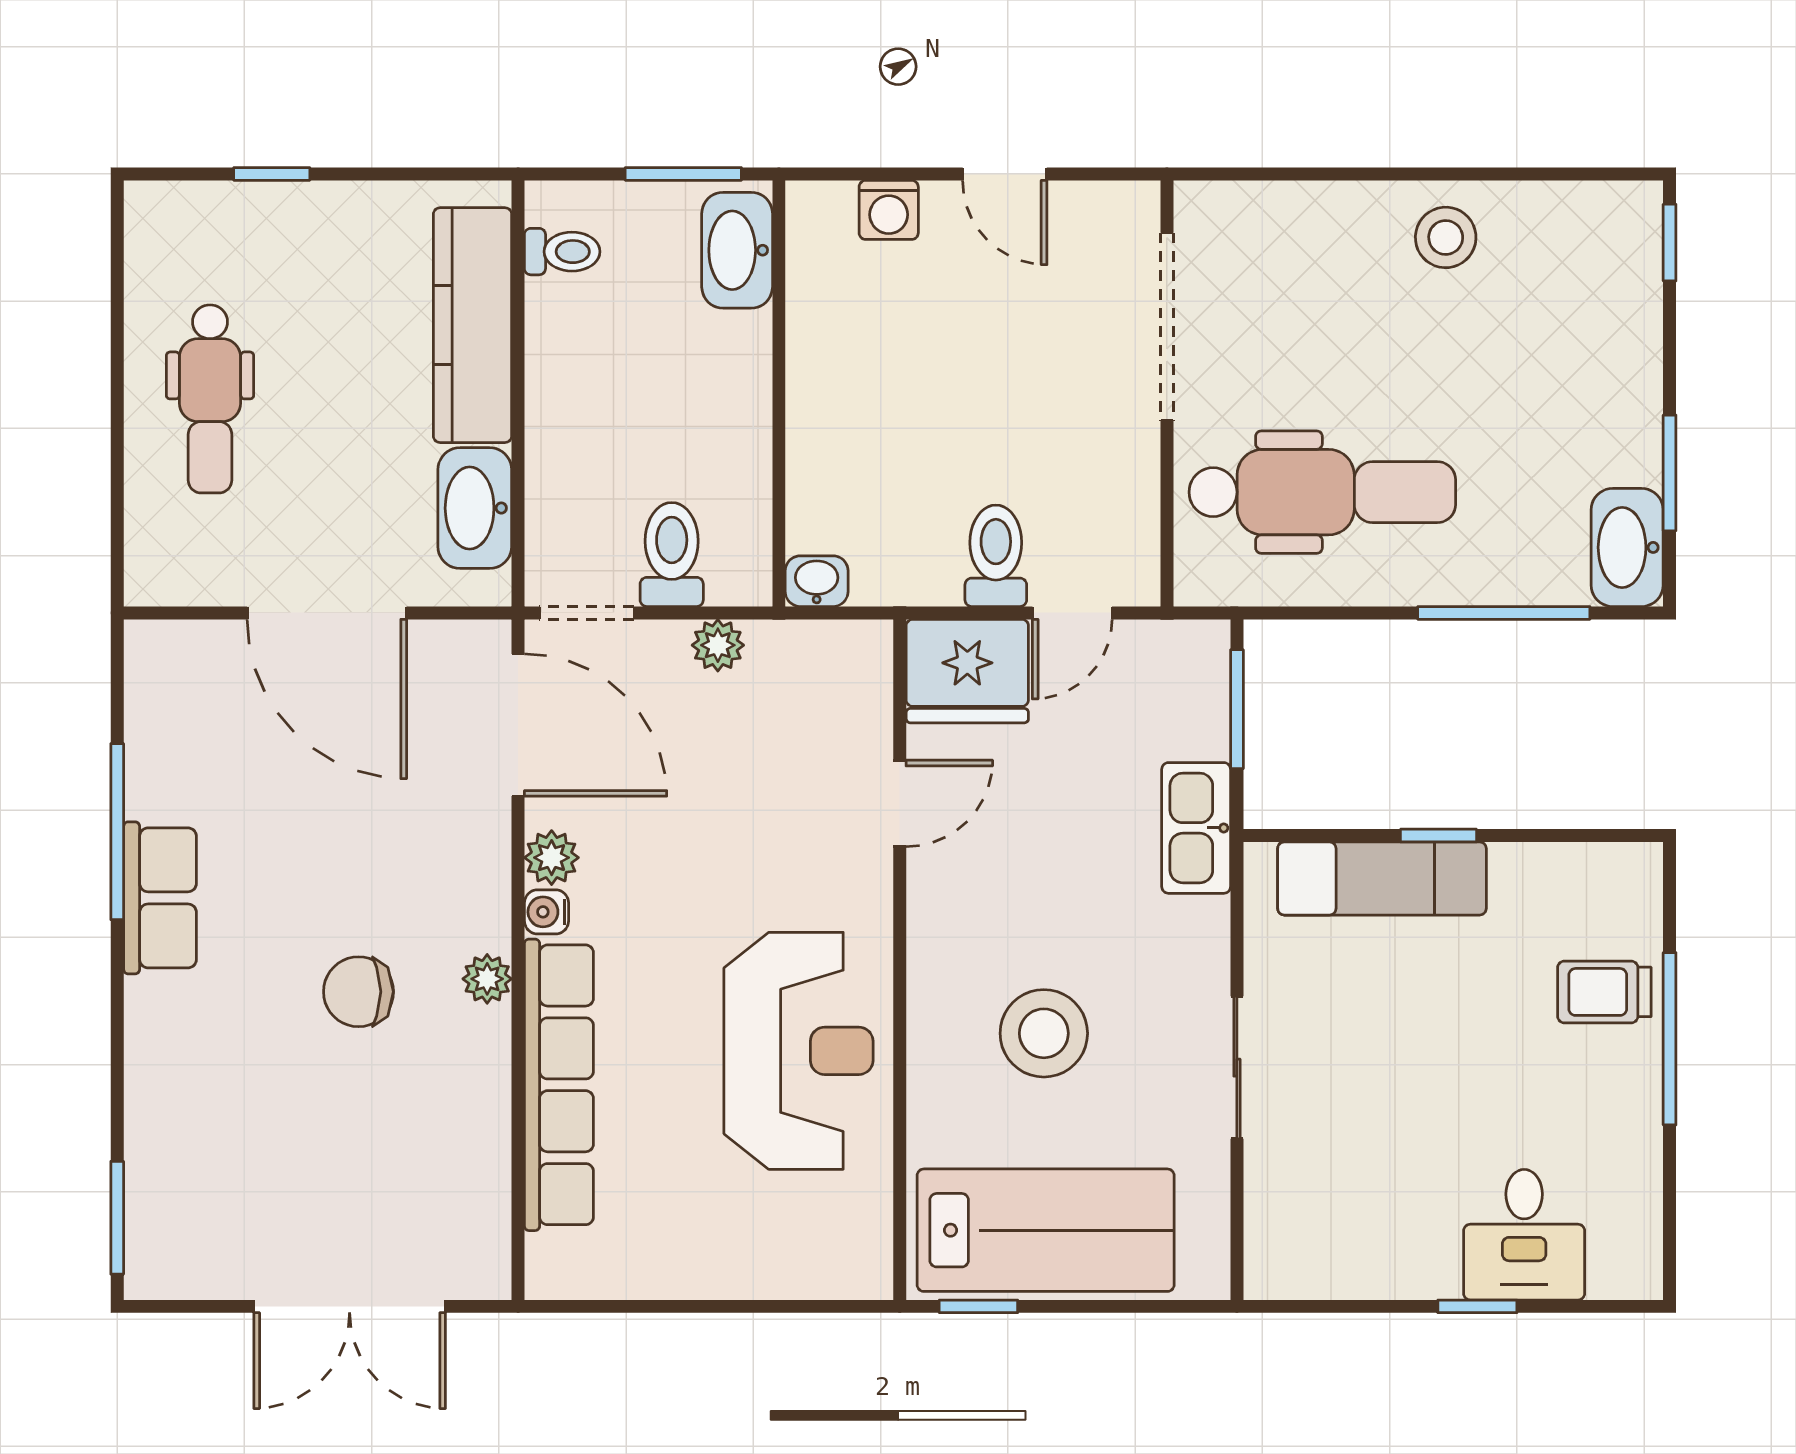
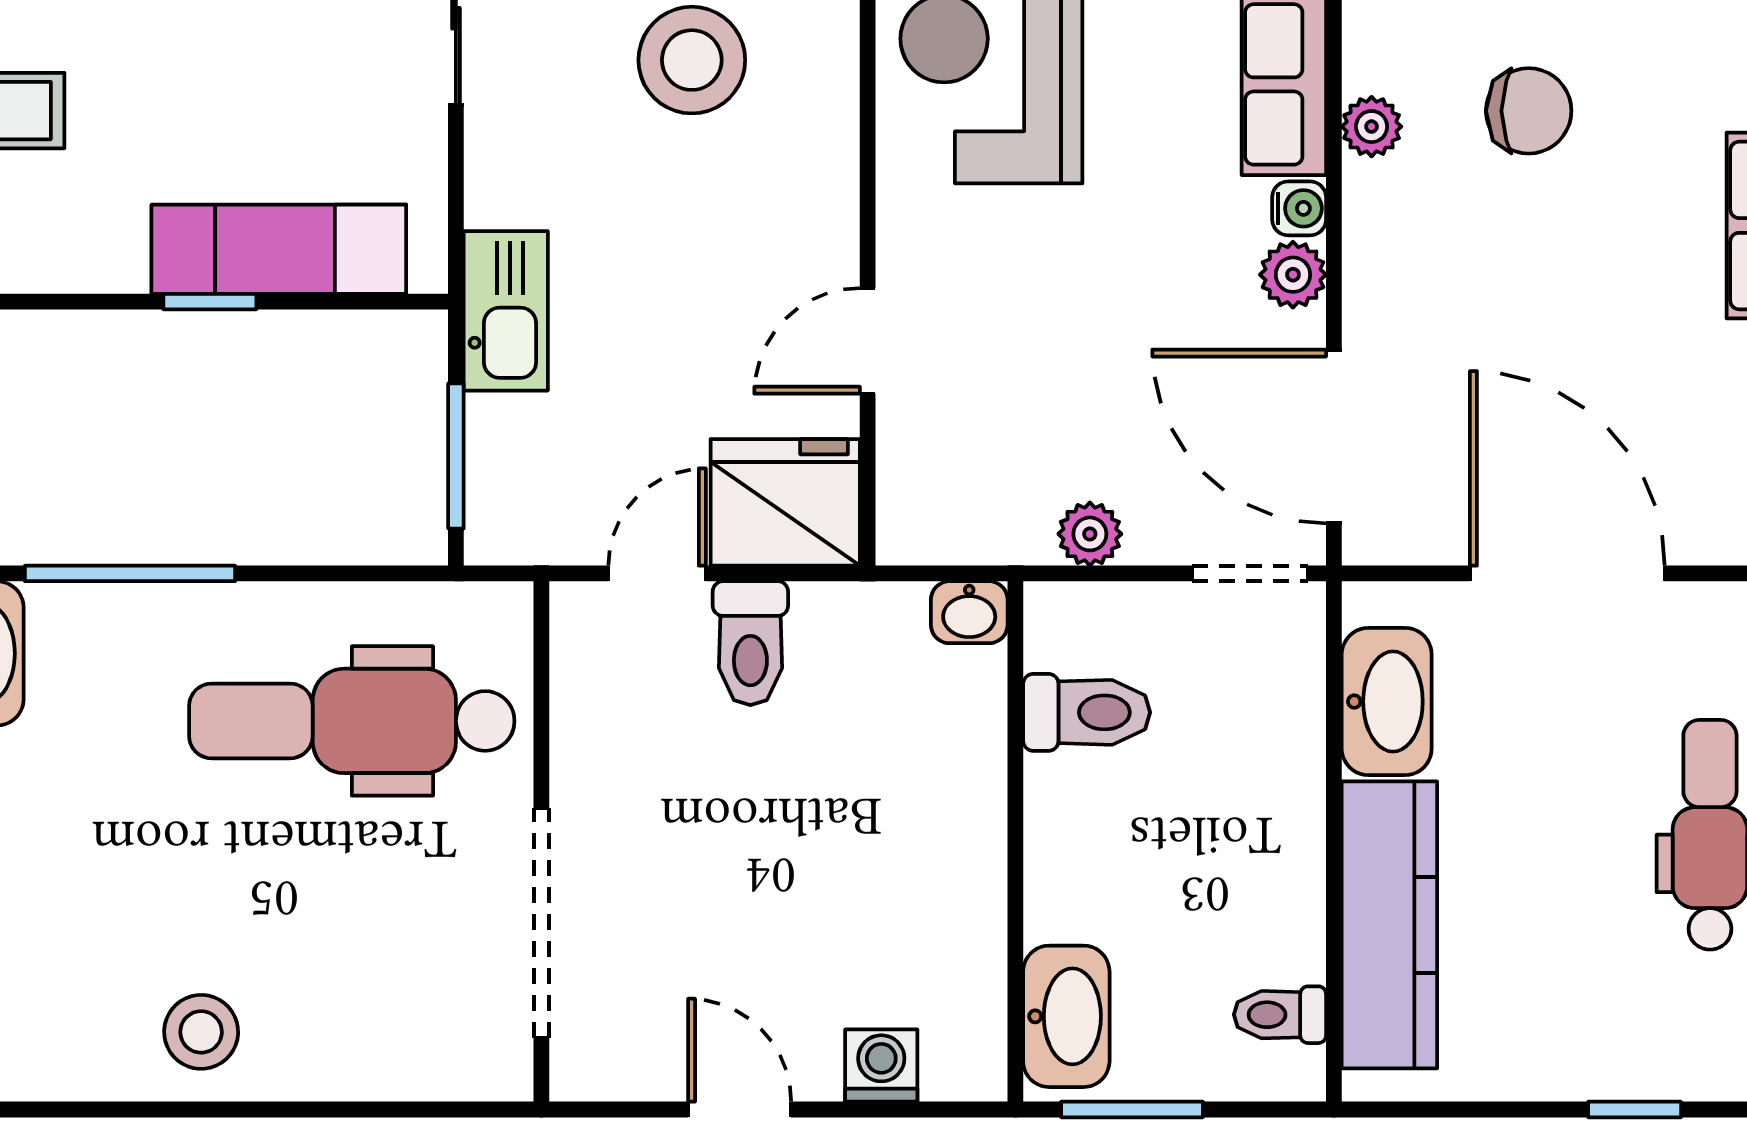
toilet: (672, 555) -> (1087, 712), moved, turned -90

